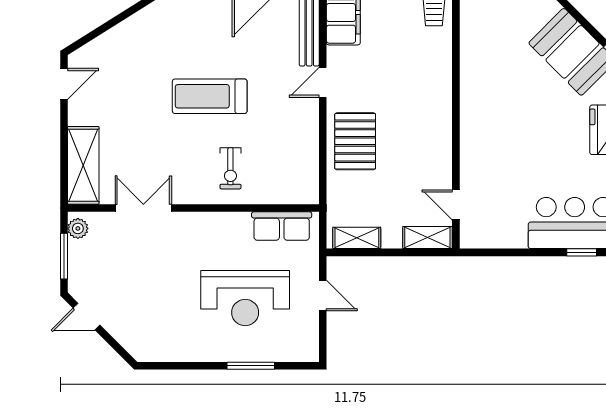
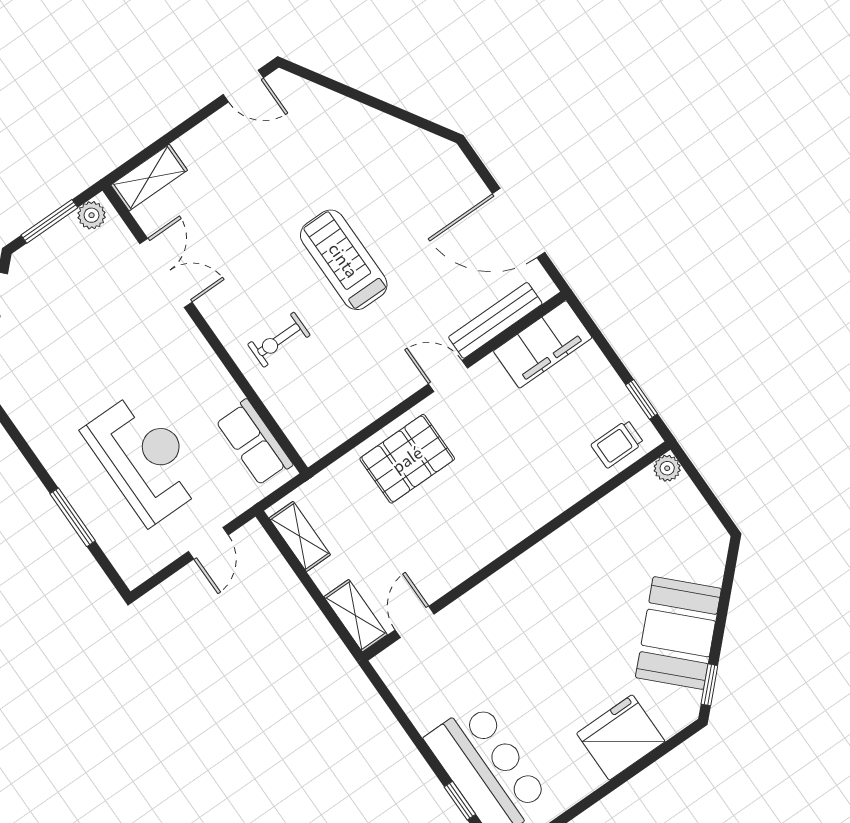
shelving: (83, 165) -> (149, 178), width x0.67, depth x0.75
reception desk: (245, 298) -> (144, 458), turned 180

